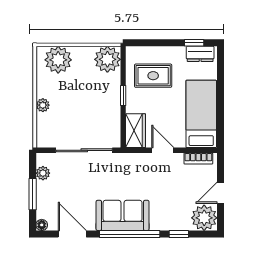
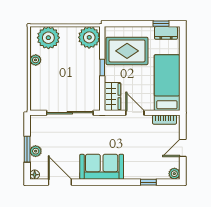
rug: (153, 76) -> (127, 51), width x1.36, depth x1.43
plant: (43, 105) -> (36, 60), moved
plant: (43, 173) -> (36, 151), moved
plant: (204, 218) -> (174, 174), width x0.53, depth x0.53
window: (130, 234) -> (107, 182), removed

